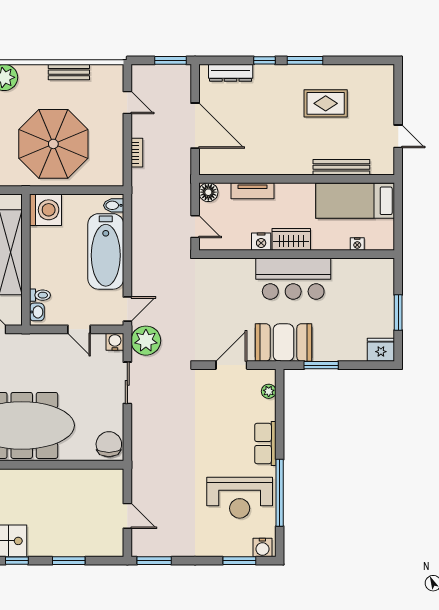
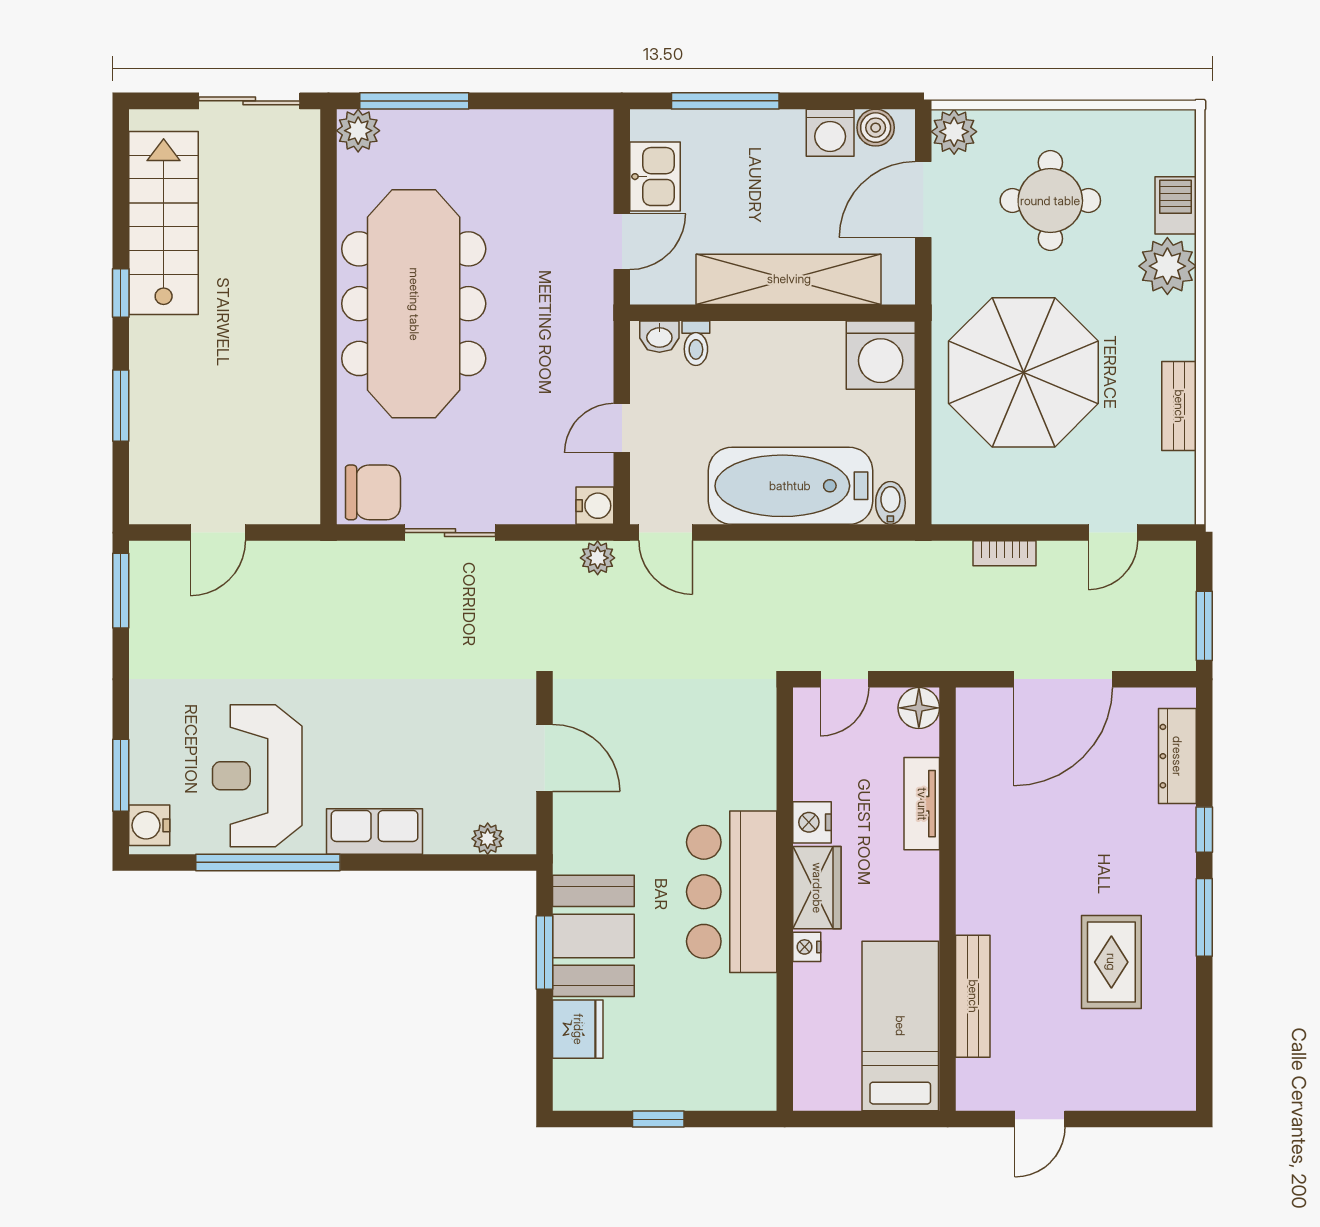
nightstand: (357, 244) -> (807, 947), moved
window: (398, 313) -> (658, 1119), width x0.67
plant: (146, 341) -> (598, 558), width x0.53, depth x0.53
booth: (284, 343) -> (593, 936), moved
fridge: (381, 350) -> (578, 1029), moved
sliding door: (127, 383) -> (450, 533), moved

